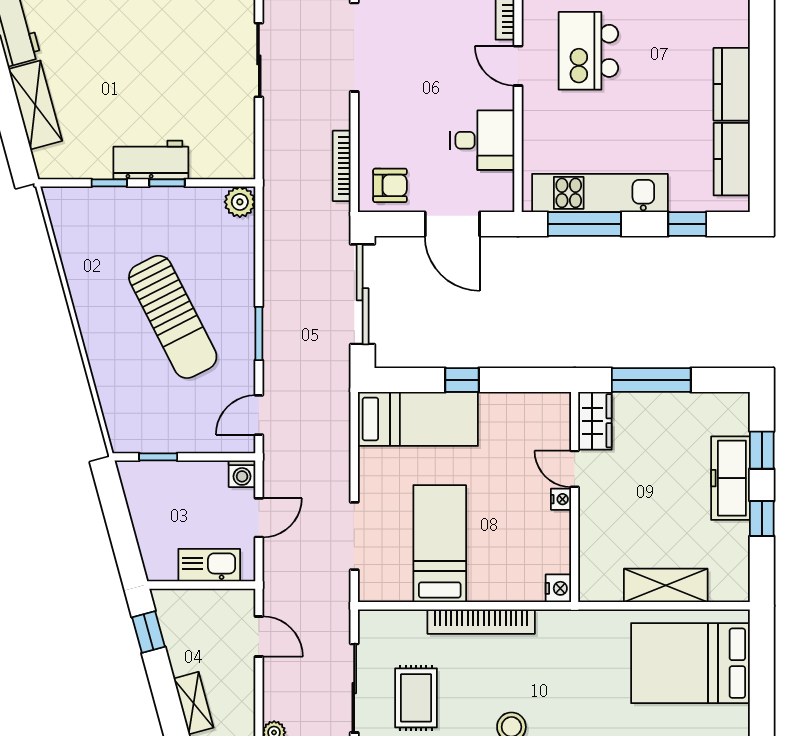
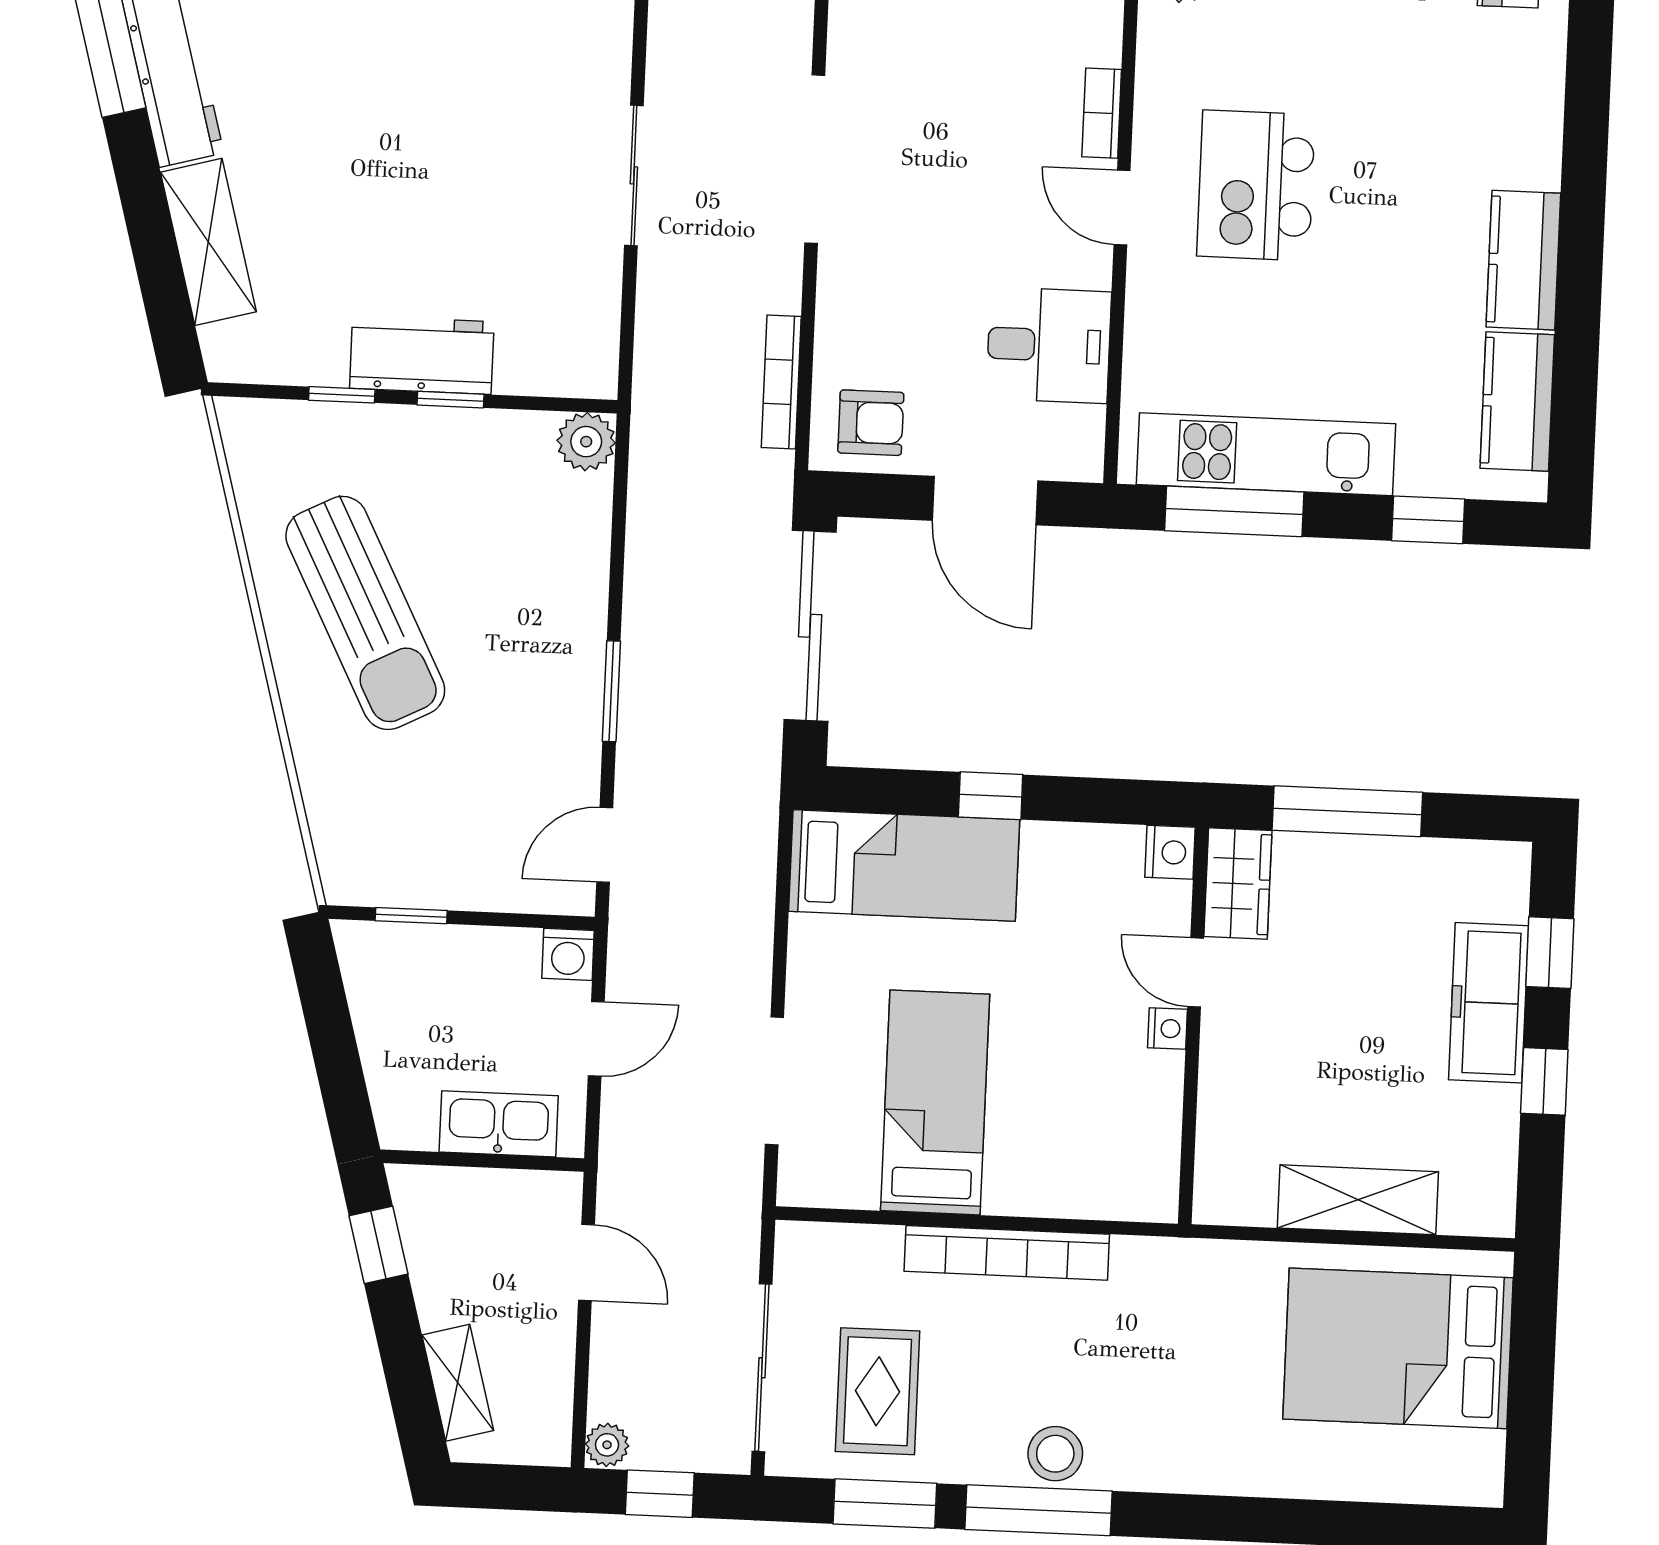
sun lounger: (173, 317) -> (365, 613), moved
nightstand: (558, 588) -> (1170, 852), moved

